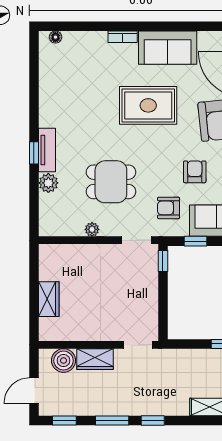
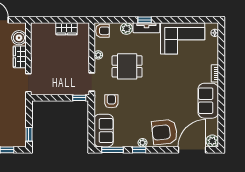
corner sofa: (65, 90) -> (183, 38), added
rug: (148, 105) -> (173, 89), removed
armchair: (195, 172) -> (103, 31), moved
dining table: (111, 182) -> (127, 66), turned 90
window: (195, 241) -> (91, 118), removed
wardrobe: (49, 299) -> (67, 29), moved

